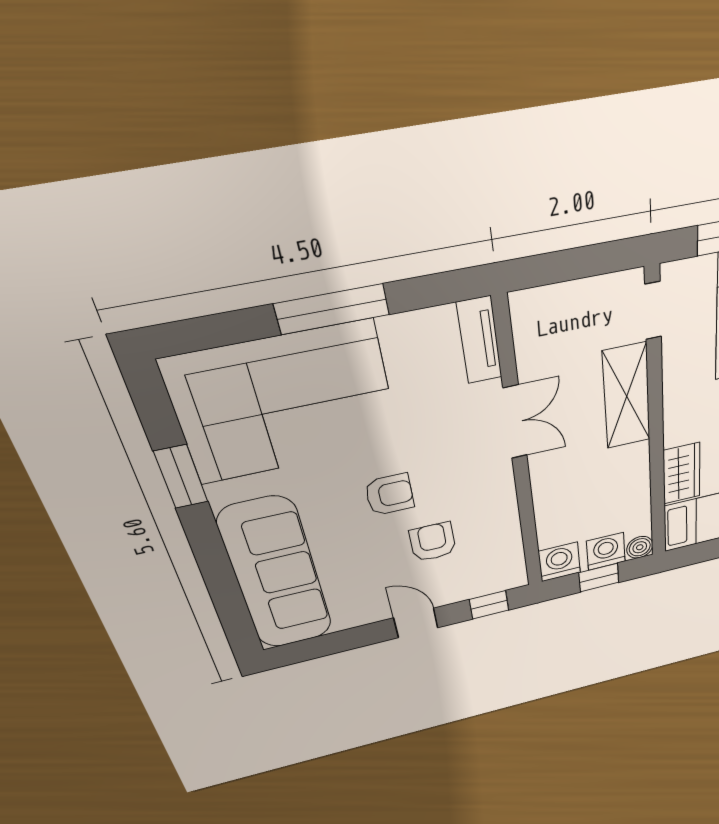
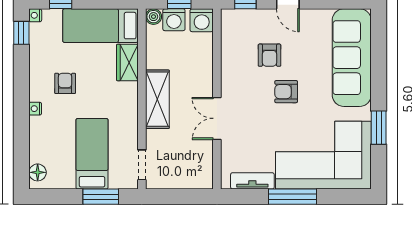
tv unit: (479, 340) -> (252, 181), moved, turned -90
shelving: (627, 396) -> (157, 99), moved

